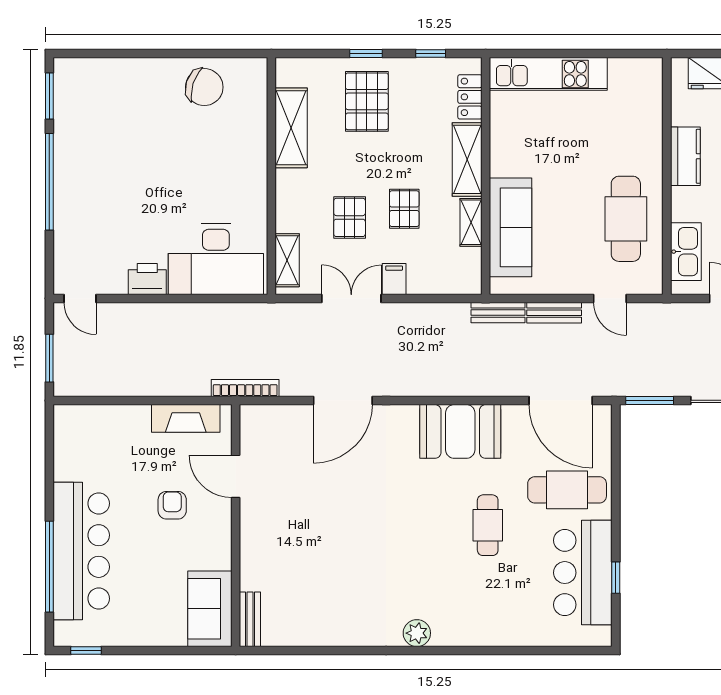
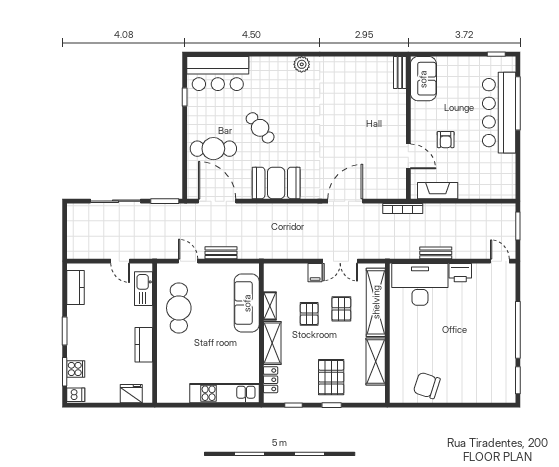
shelving: (287, 260) -> (376, 302), width x2.20, depth x1.33
bench: (498, 313) -> (436, 253), moved
cafe table: (488, 525) -> (260, 128), turned -40
bar counter: (583, 573) -> (218, 73), moved, turned 90

